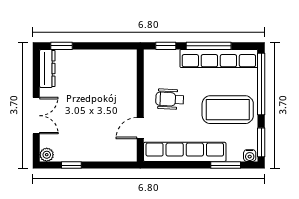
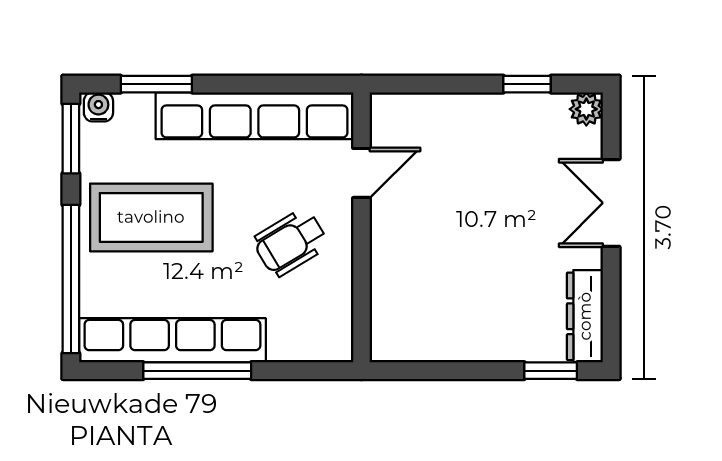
window: (166, 46) -> (300, 371), removed
wheelchair: (170, 99) -> (291, 242), turned 146

